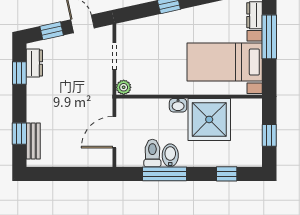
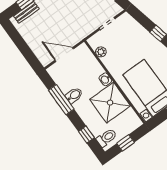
plant: (124, 87) -> (101, 52), moved
toilet: (152, 153) -> (107, 138), moved

